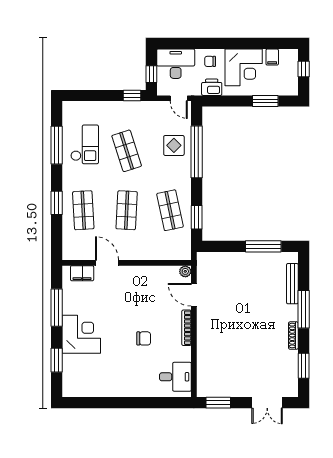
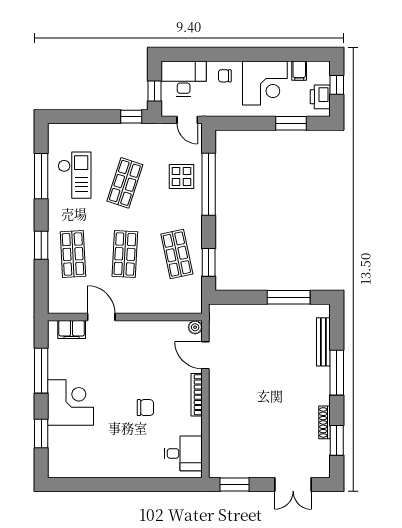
printer: (212, 87) -> (320, 97), moved, turned -90
shop shelf: (127, 151) -> (125, 183), turned 36
shoe rack: (293, 336) -> (325, 422), moved

